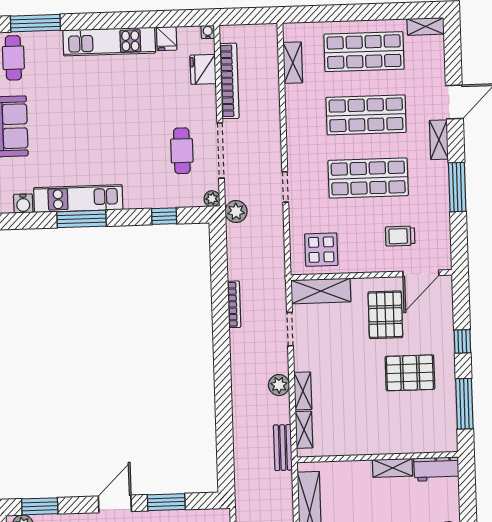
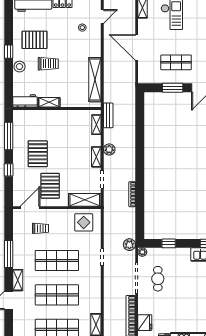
pallet: (410, 373) -> (38, 154), turned 90
shelving: (303, 391) -> (96, 157), moved

